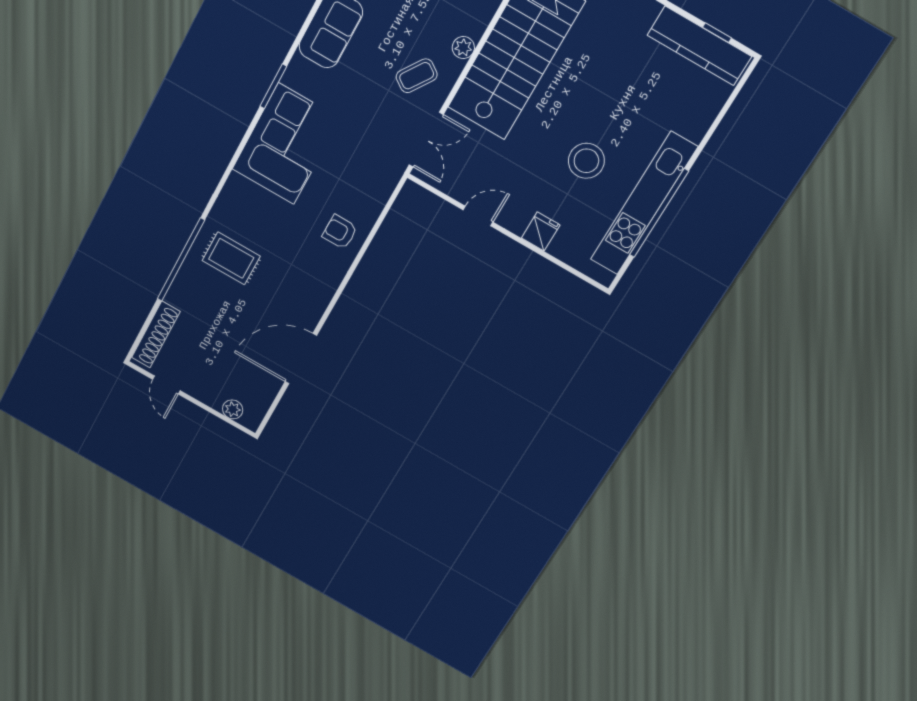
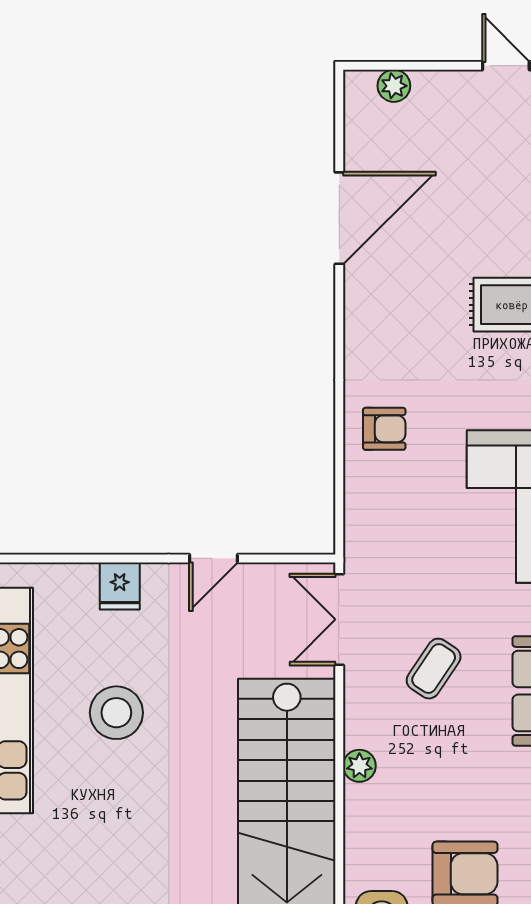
coffee table: (417, 76) -> (434, 669), moved

